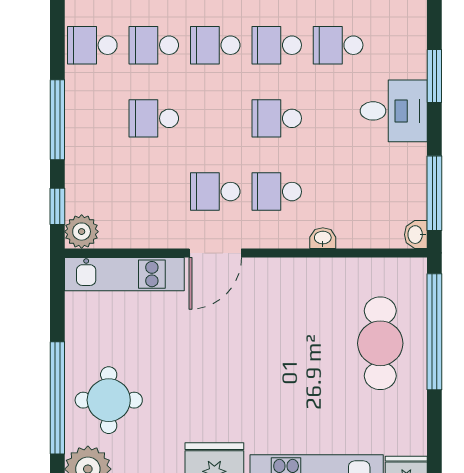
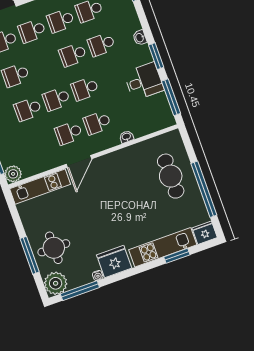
school desk: (215, 45) -> (56, 99), moved
window: (434, 76) -> (156, 56), moved
desk: (394, 111) -> (144, 81), moved
washbasin: (416, 235) -> (140, 38), moved
window: (434, 332) -> (204, 189), moved
window: (57, 398) -> (30, 255), width x0.68

